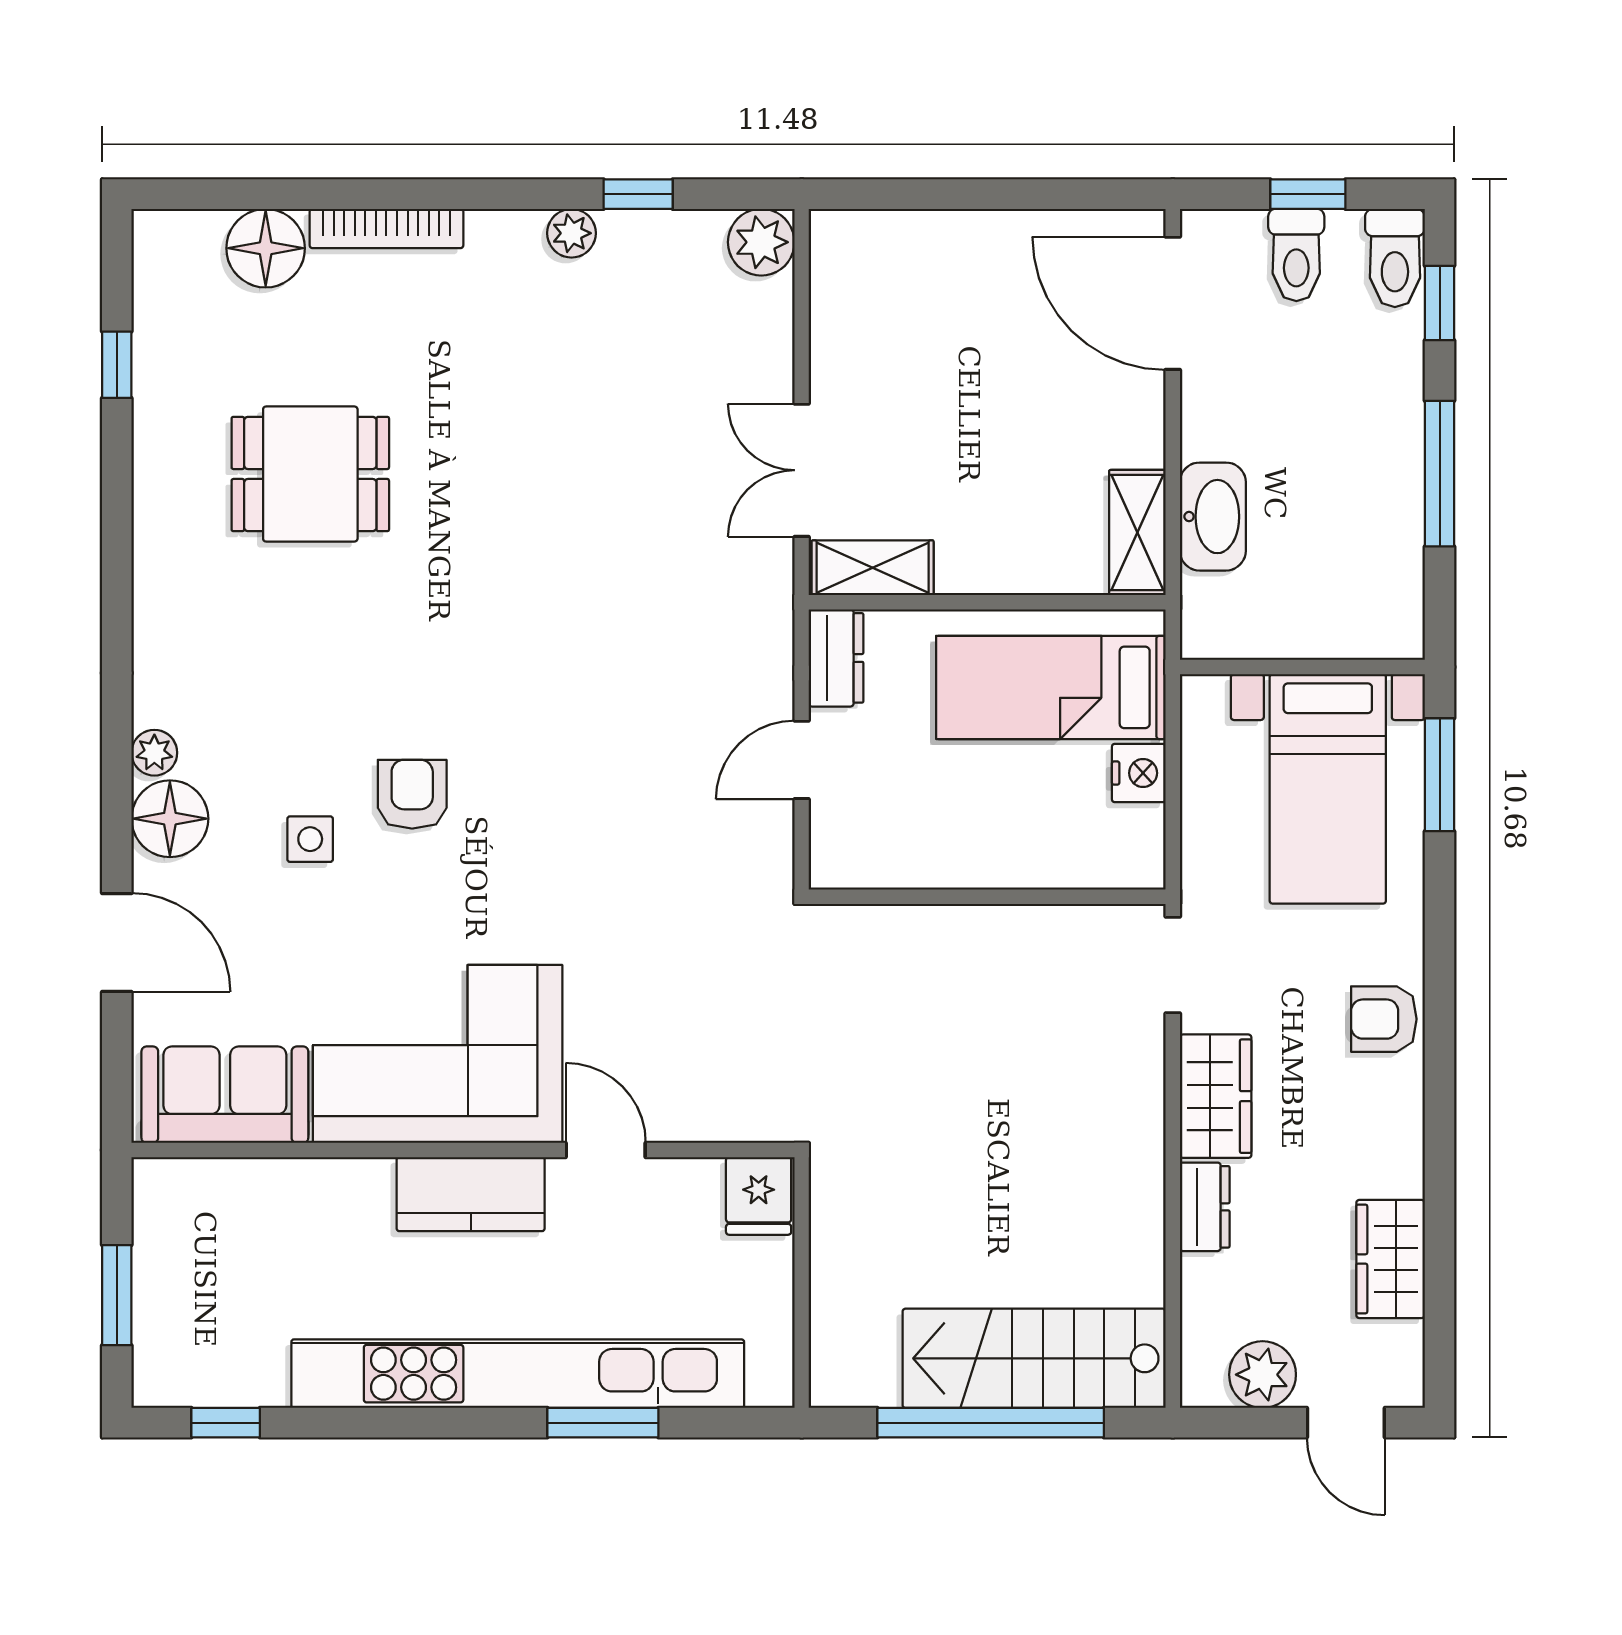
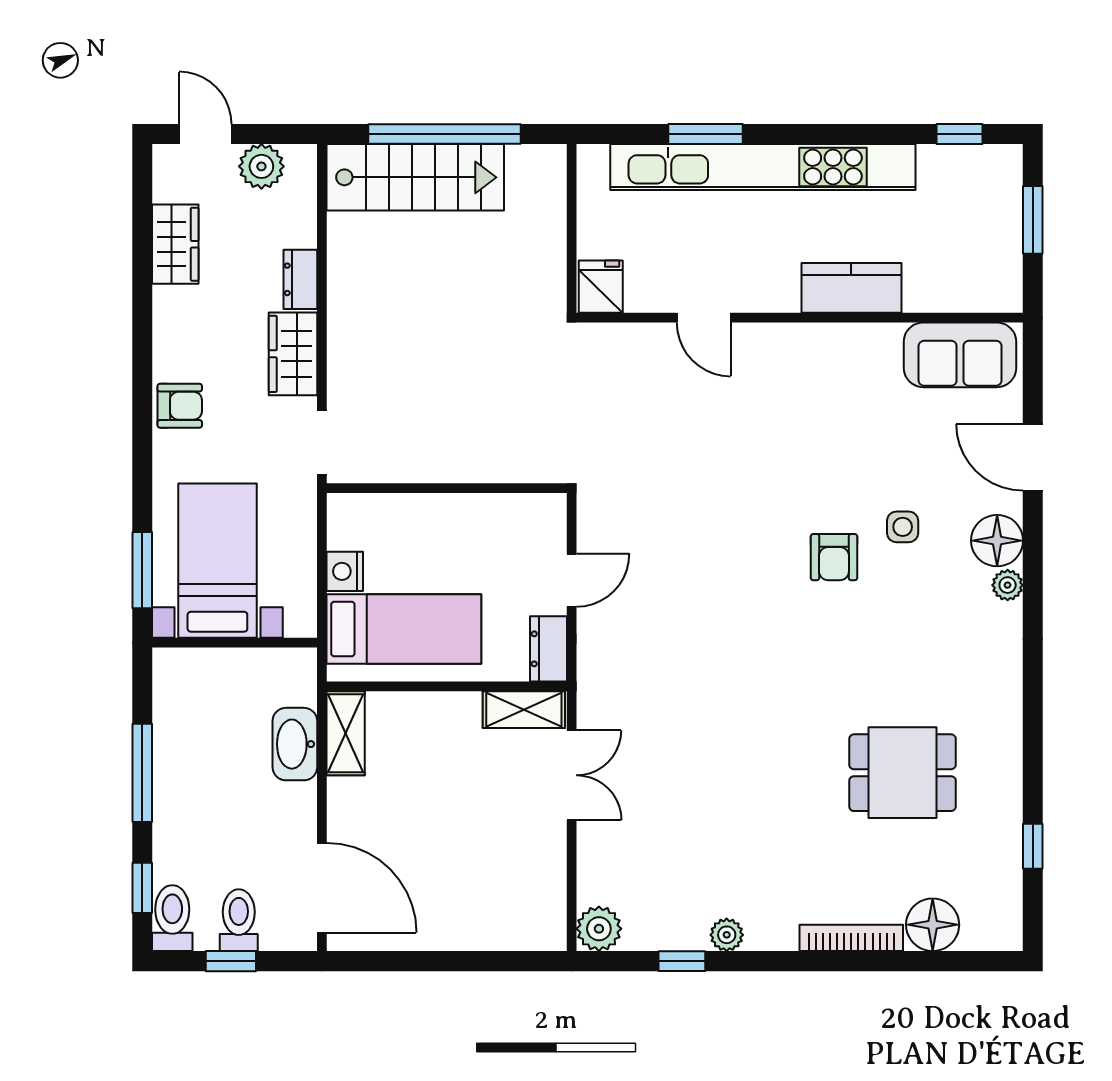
corner sofa: (438, 1054) -> (817, 382), removed
kitchen counter: (471, 1194) -> (851, 288), moved

